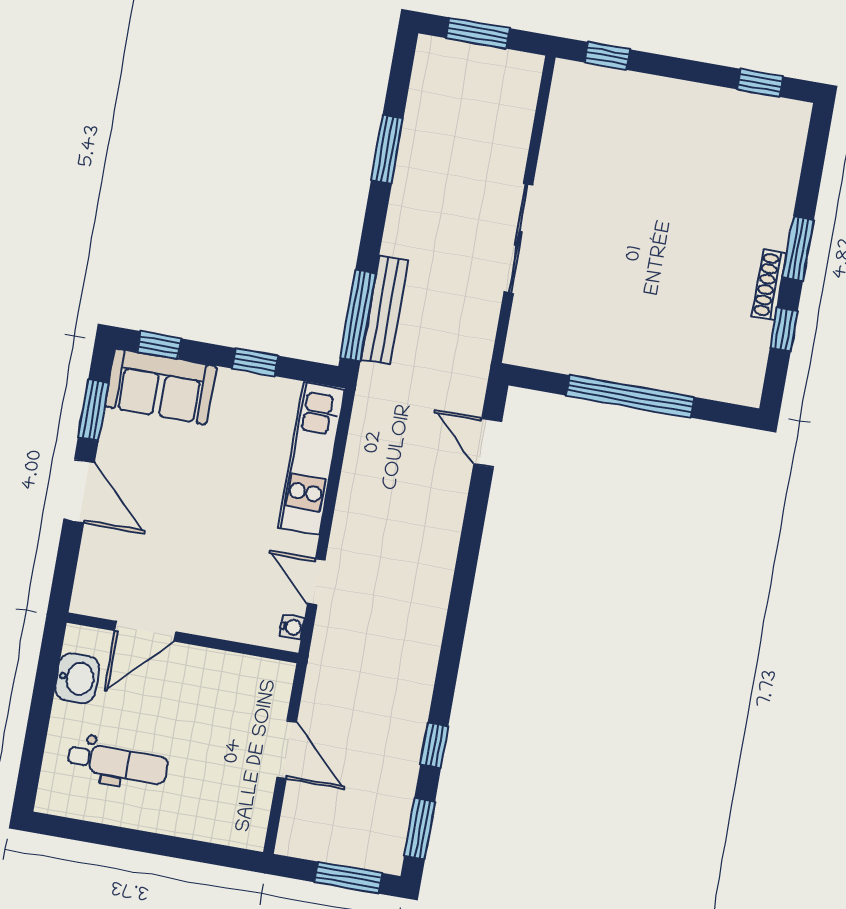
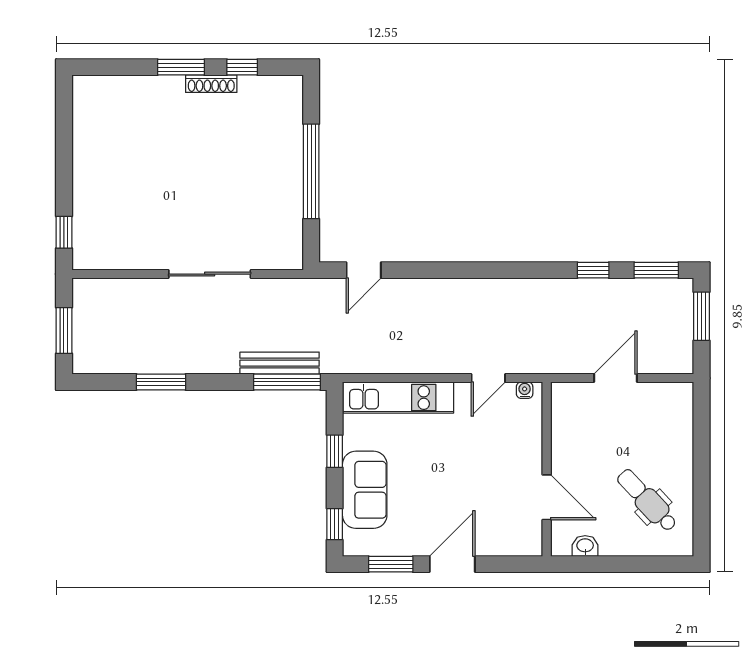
window: (760, 83) -> (64, 117), removed
sofa: (161, 386) -> (365, 490), moved
washbasin: (77, 678) -> (585, 546), width x0.72, depth x0.69
dental chair: (118, 763) -> (647, 500), turned -43

